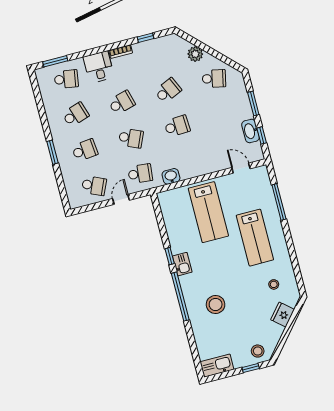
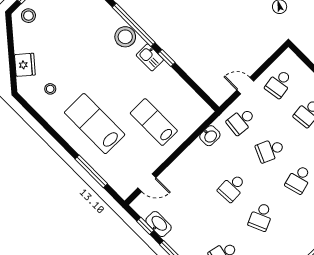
school desk: (94, 186) -> (279, 84), turned -33
door: (121, 199) -> (245, 86), swing flipped
lab bench: (208, 212) -> (154, 122), width x0.73, depth x0.72
stool: (216, 304) -> (125, 37), moved

